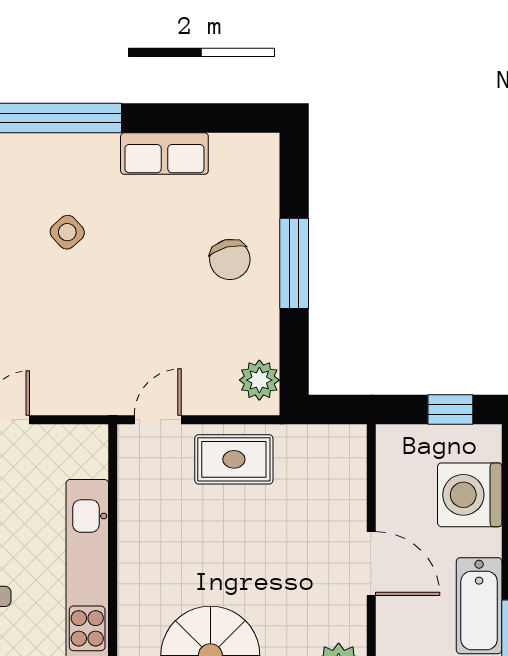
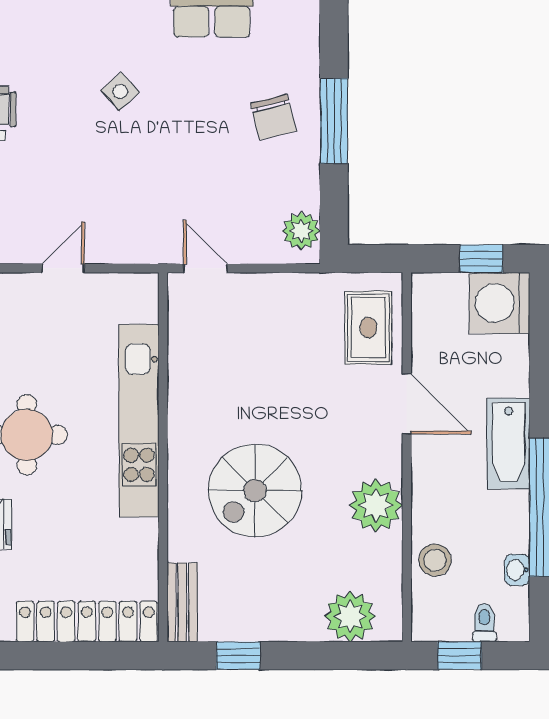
door: (158, 420) -> (205, 268), hinge flipped
rug: (234, 459) -> (368, 328), moved, turned 90
washing machine: (470, 495) -> (500, 303), moved

